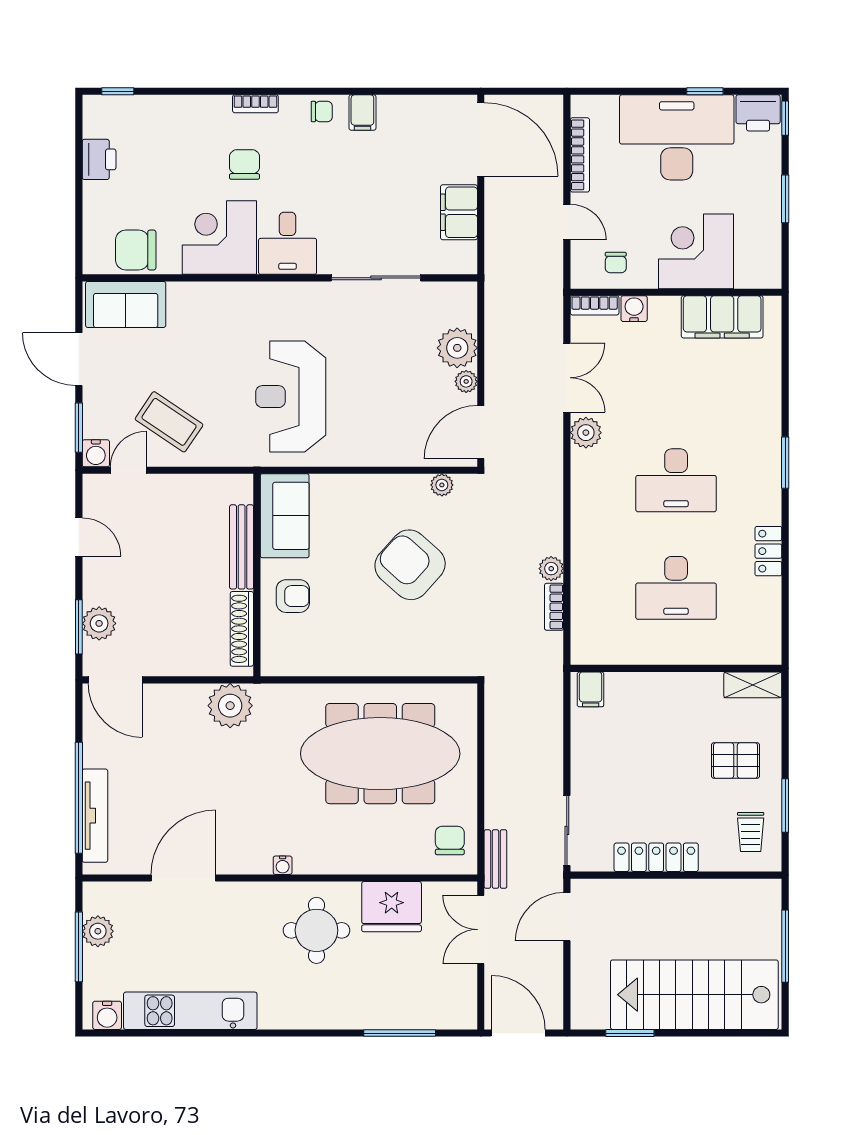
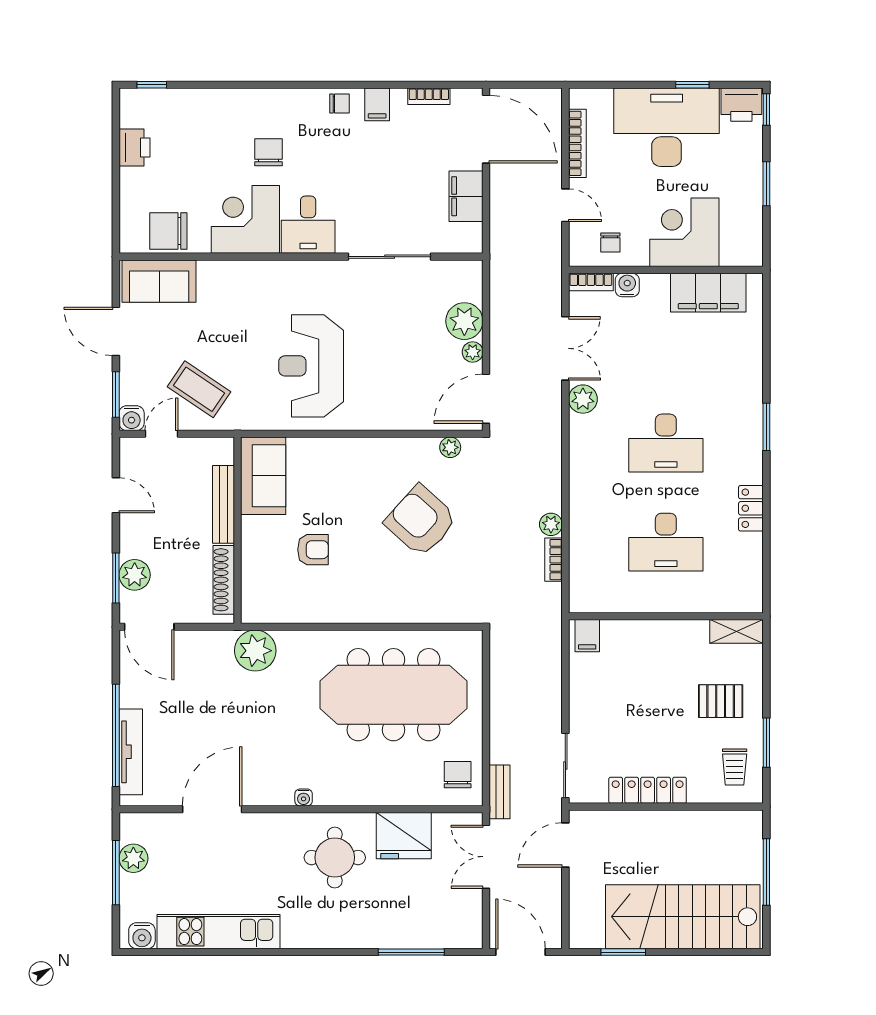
bookcase: (255, 104) -> (429, 96), moved
sofa: (285, 516) -> (263, 476), moved
bench: (242, 547) -> (223, 504), moved
wall: (257, 575) -> (238, 530), moved
shoe rack: (242, 629) -> (224, 580), moved

